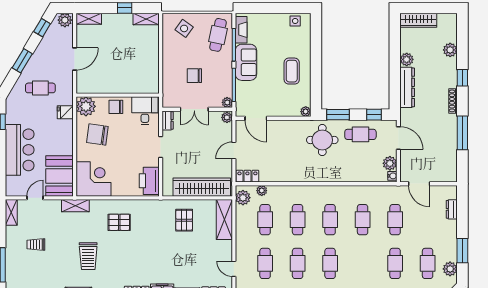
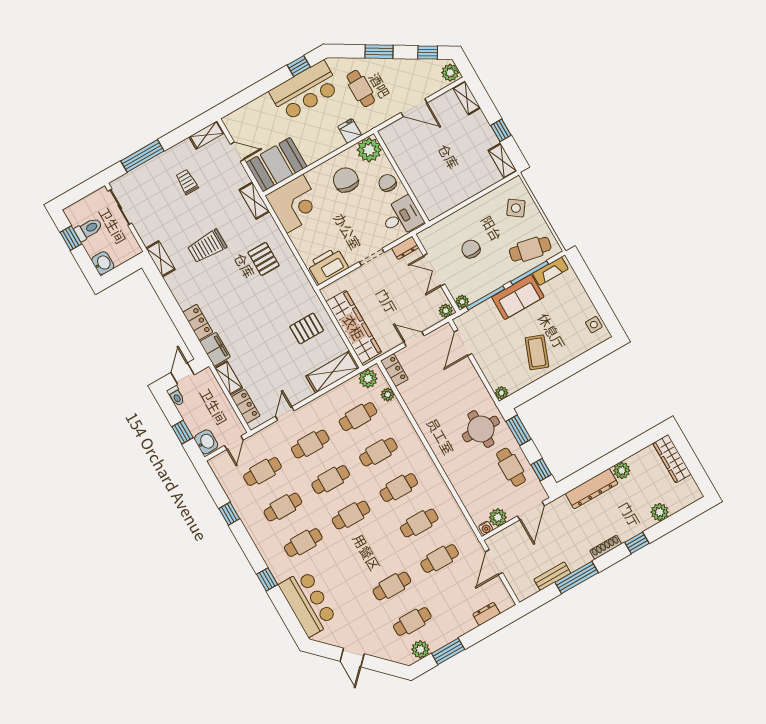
coffee table: (292, 71) -> (537, 352), turned -69
bench: (452, 149) -> (552, 576), added
bar counter: (20, 150) -> (305, 91), moved

